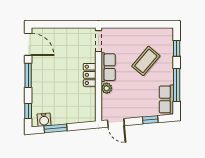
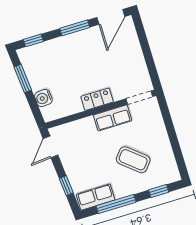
plant: (107, 88) -> (88, 124), removed
water cooler: (44, 120) -> (43, 98), moved

